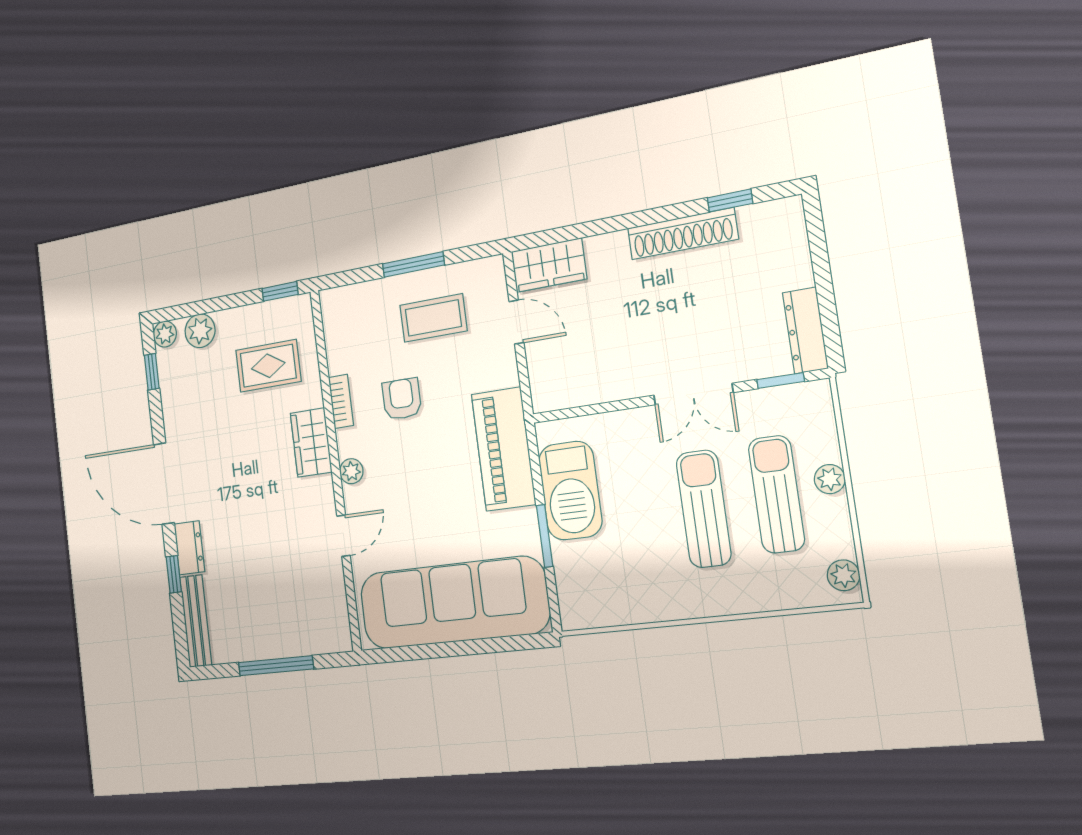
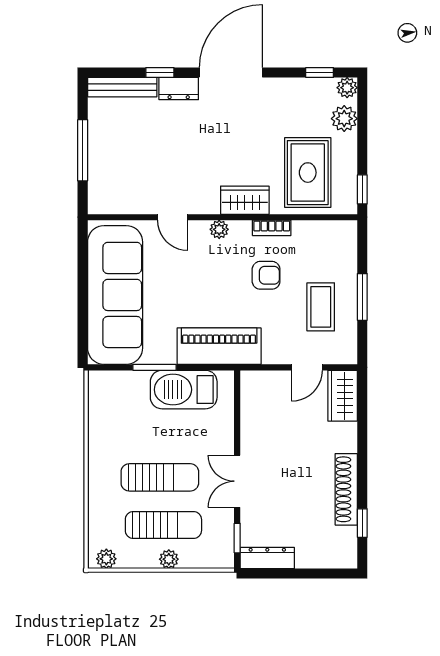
rug: (268, 366) -> (308, 173), width x1.36, depth x1.43

